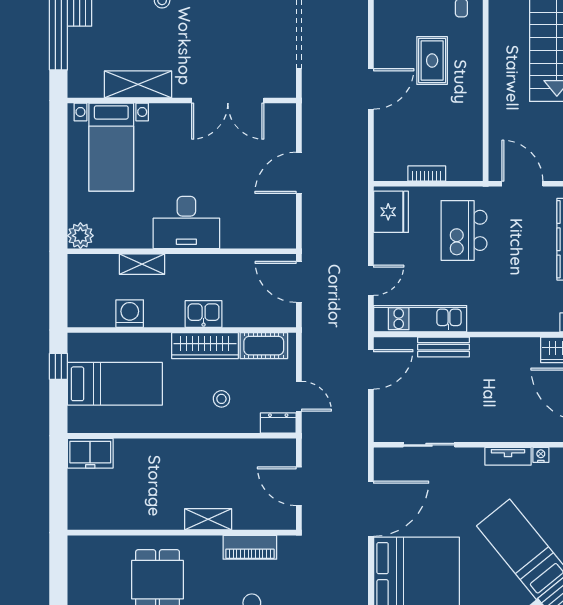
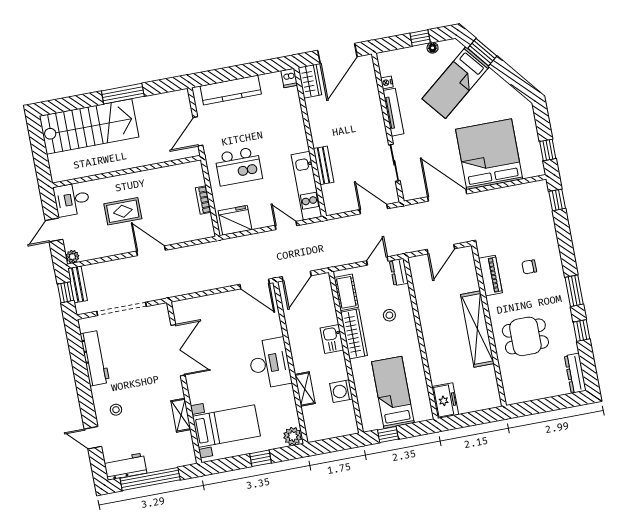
shelving: (138, 84) -> (181, 415), width x0.67, depth x0.75
door: (299, 173) -> (255, 284), moved
window: (58, 186) -> (261, 458), added
door: (371, 369) -> (374, 209), moved
tv unit: (508, 456) -> (393, 112), width x1.41
shelving: (208, 519) -> (477, 329), width x2.20, depth x1.33

